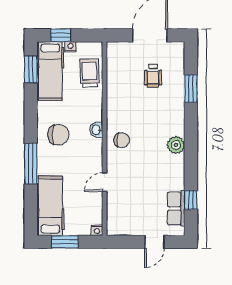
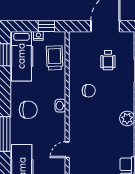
window: (61, 35) -> (46, 26), moved
chair: (122, 140) -> (89, 91), moved

